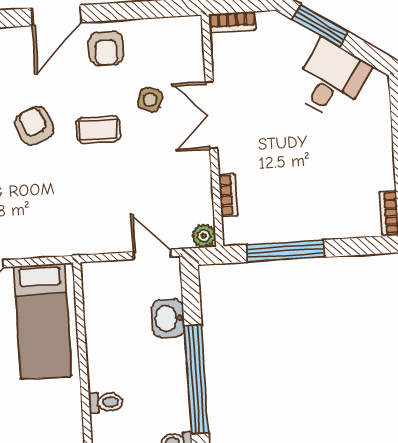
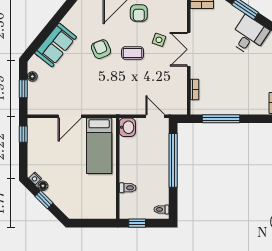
plant: (204, 236) -> (181, 109), removed
washbasin: (168, 318) -> (127, 127), moved, turned 180
window: (196, 379) -> (173, 160), moved

